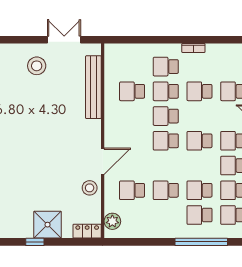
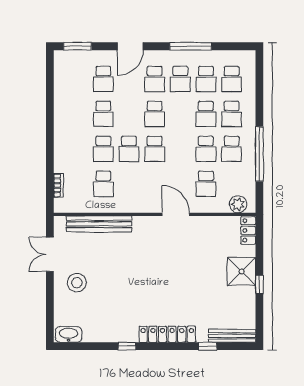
bookcase: (193, 48) -> (58, 185), moved
school desk: (166, 67) -> (232, 149), moved
stool: (90, 188) -> (203, 228), removed
window: (201, 242) -> (259, 154), moved

